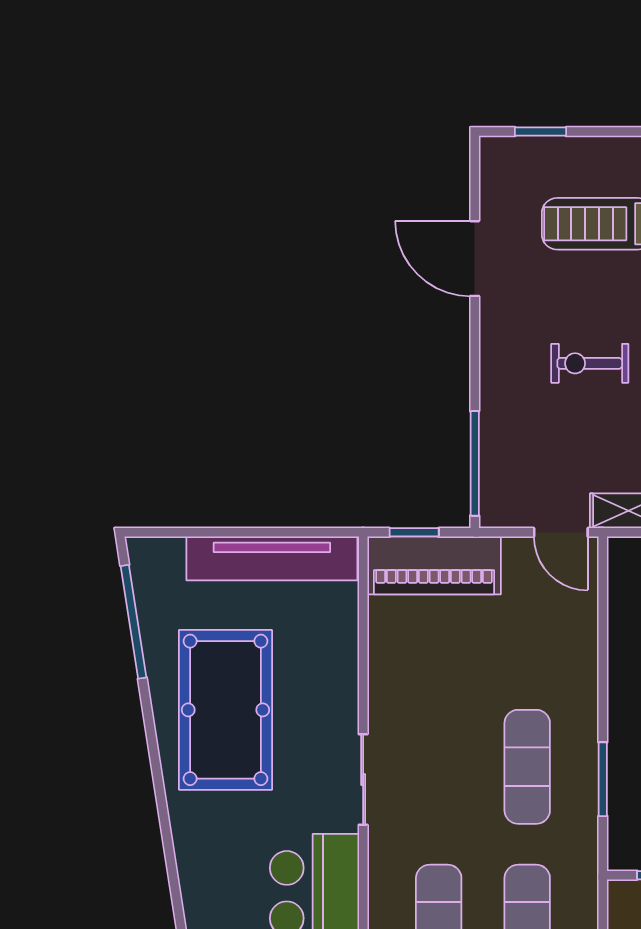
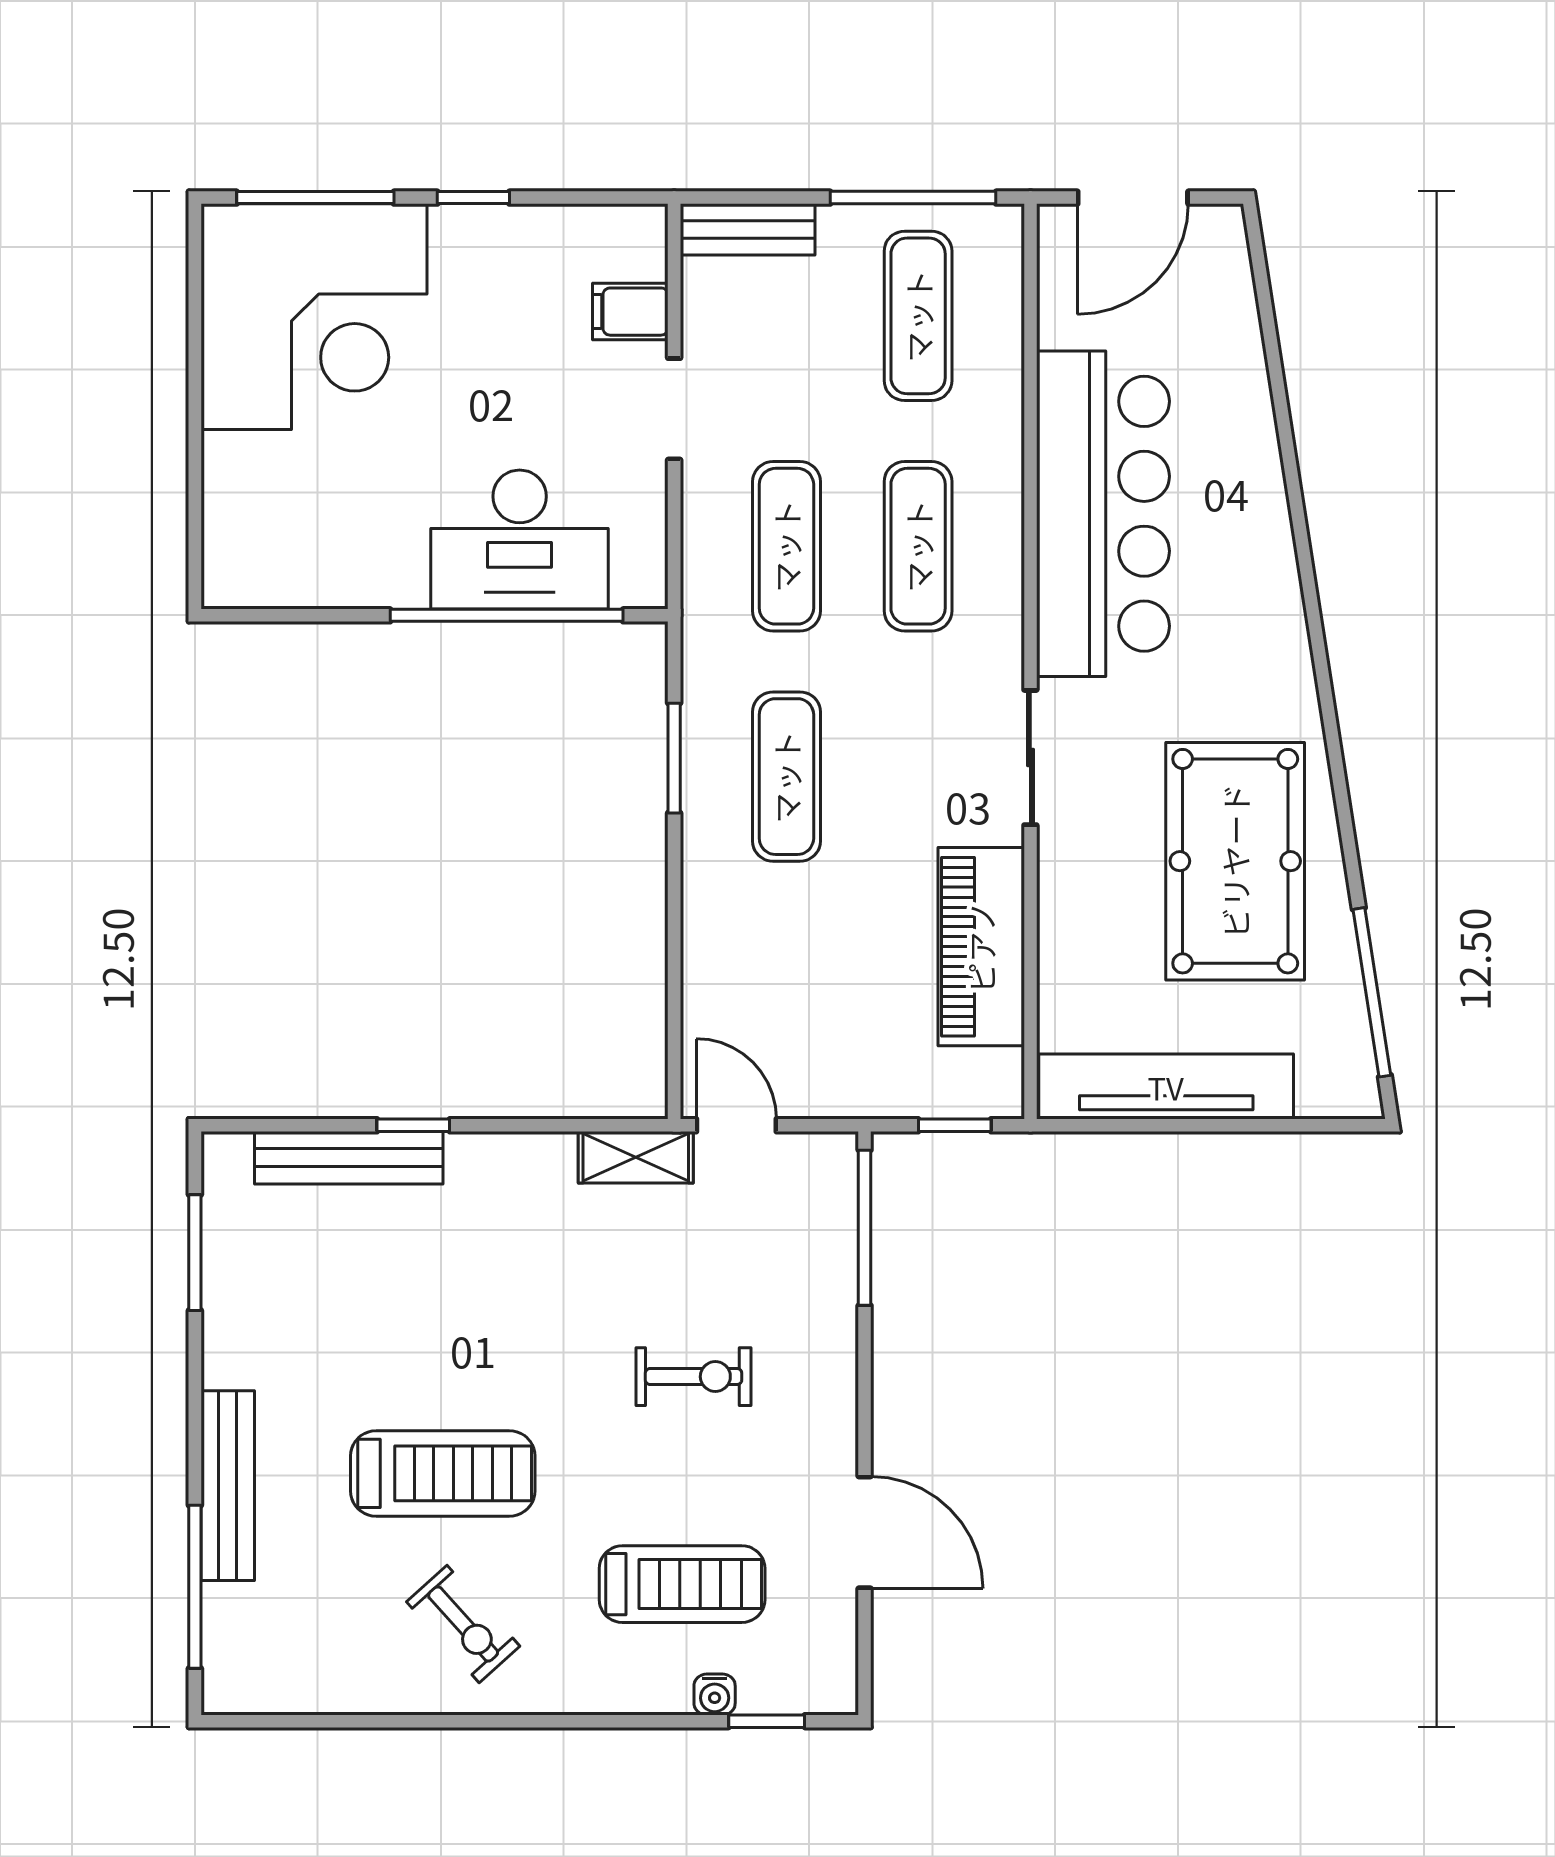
water cooler: (576, 150) -> (715, 1695), added
piano: (434, 565) -> (981, 947), moved, turned -90

